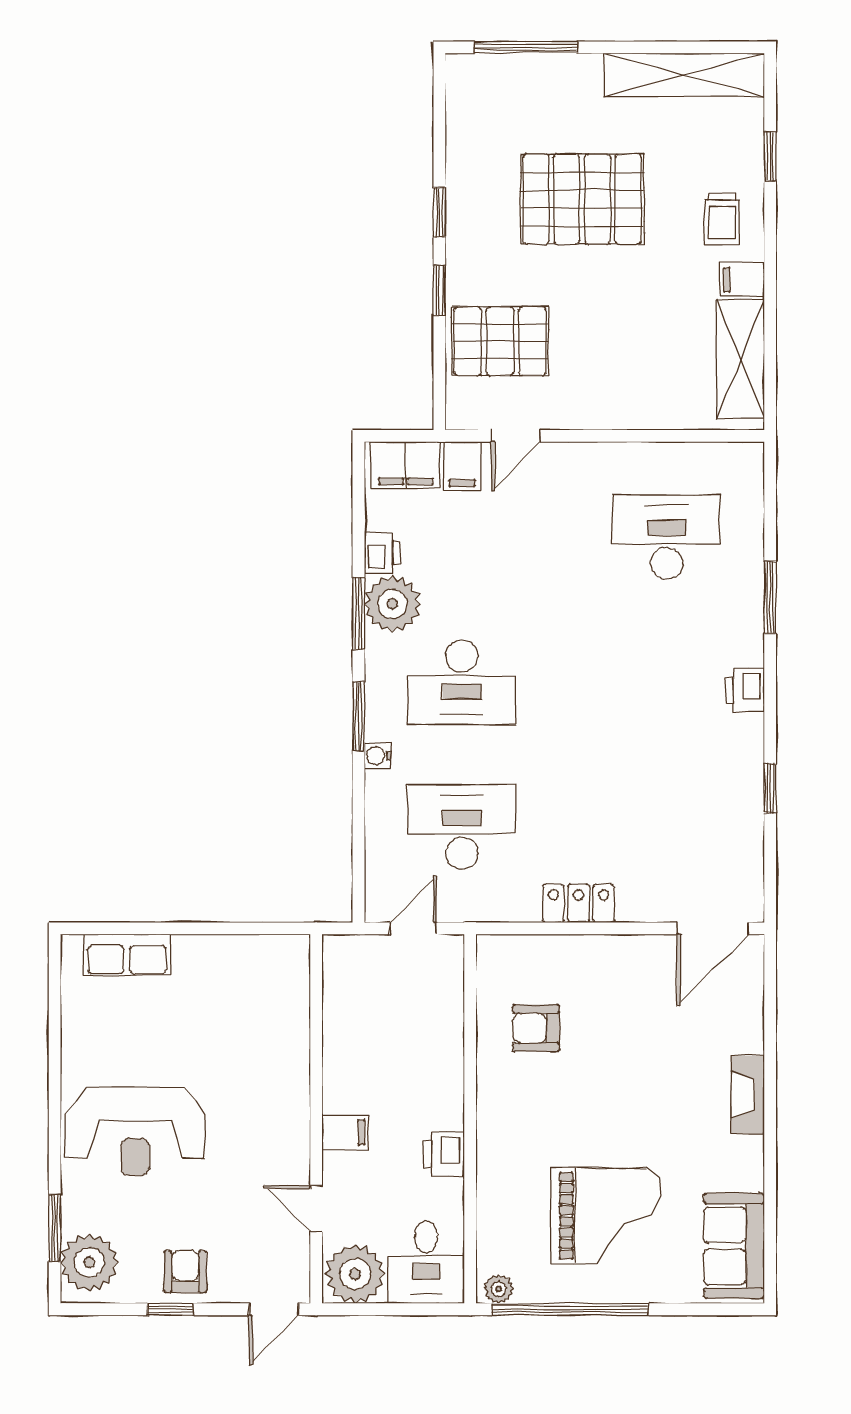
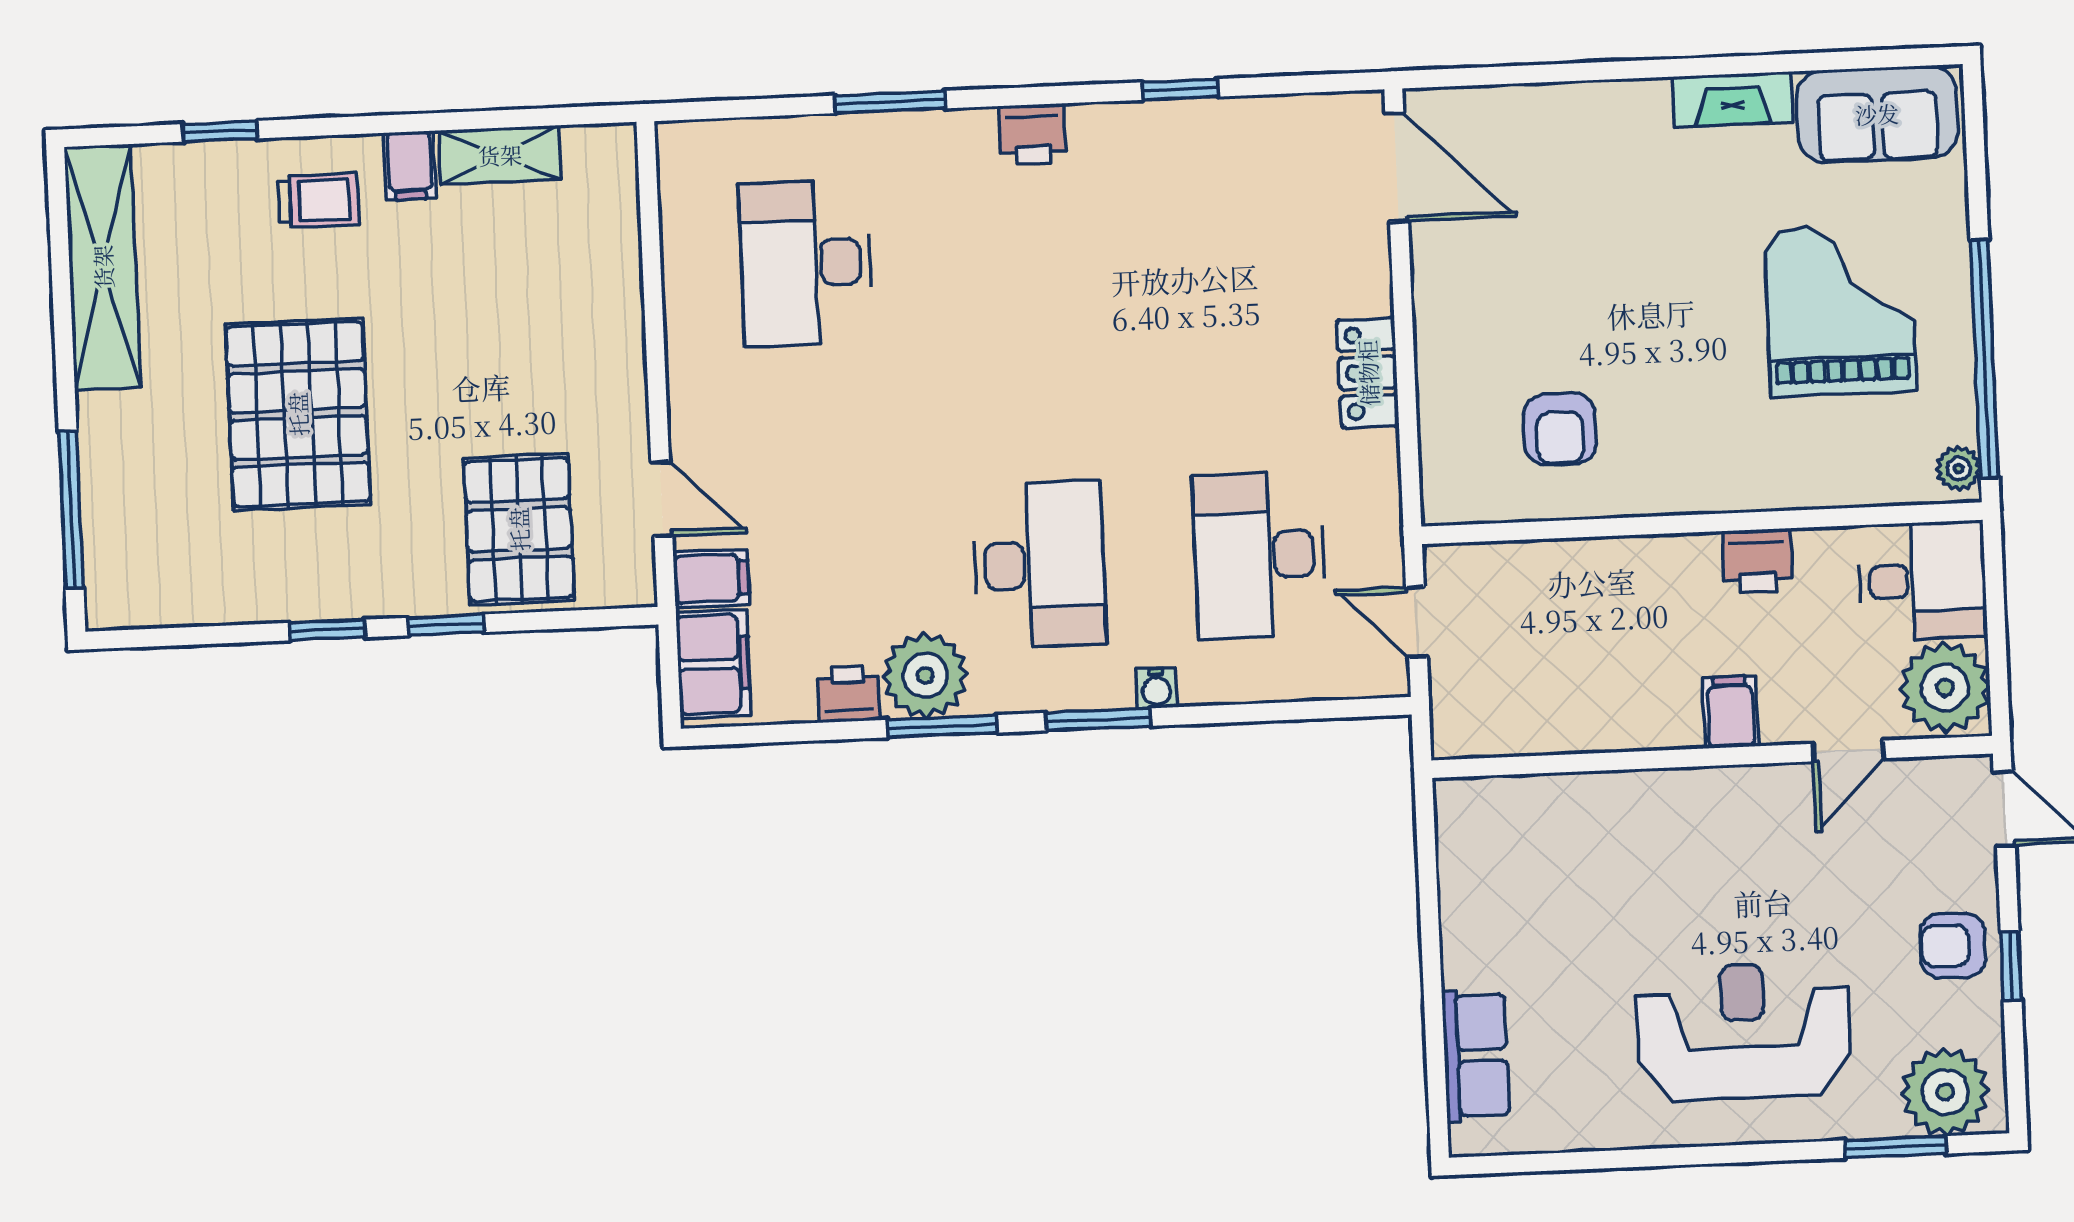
shelving: (741, 359) -> (500, 155), width x0.67, depth x0.75
fireplace: (748, 1095) -> (1733, 99), moved
reception desk: (135, 1132) -> (1743, 1031), turned -90

